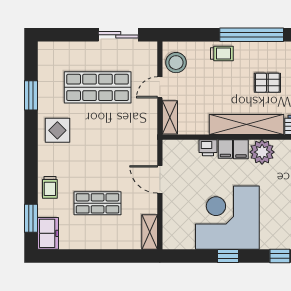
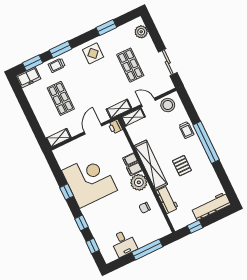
plant: (59, 51) -> (141, 32), added
shop shelf: (98, 87) -> (130, 65), width x0.70, depth x0.74
shelving: (149, 131) -> (119, 109), added
printer: (208, 148) -> (115, 127), moved
window: (31, 172) -> (60, 49), added

